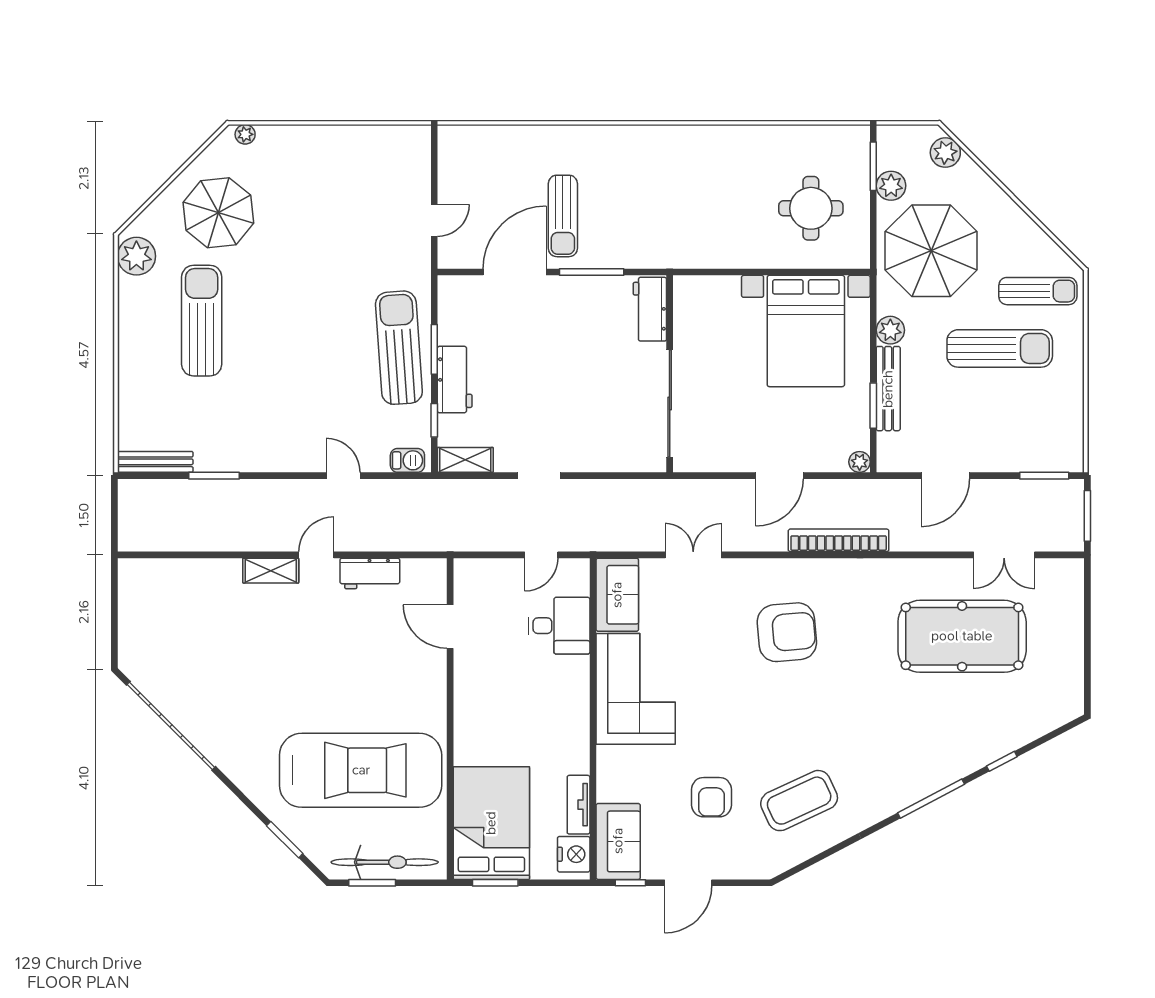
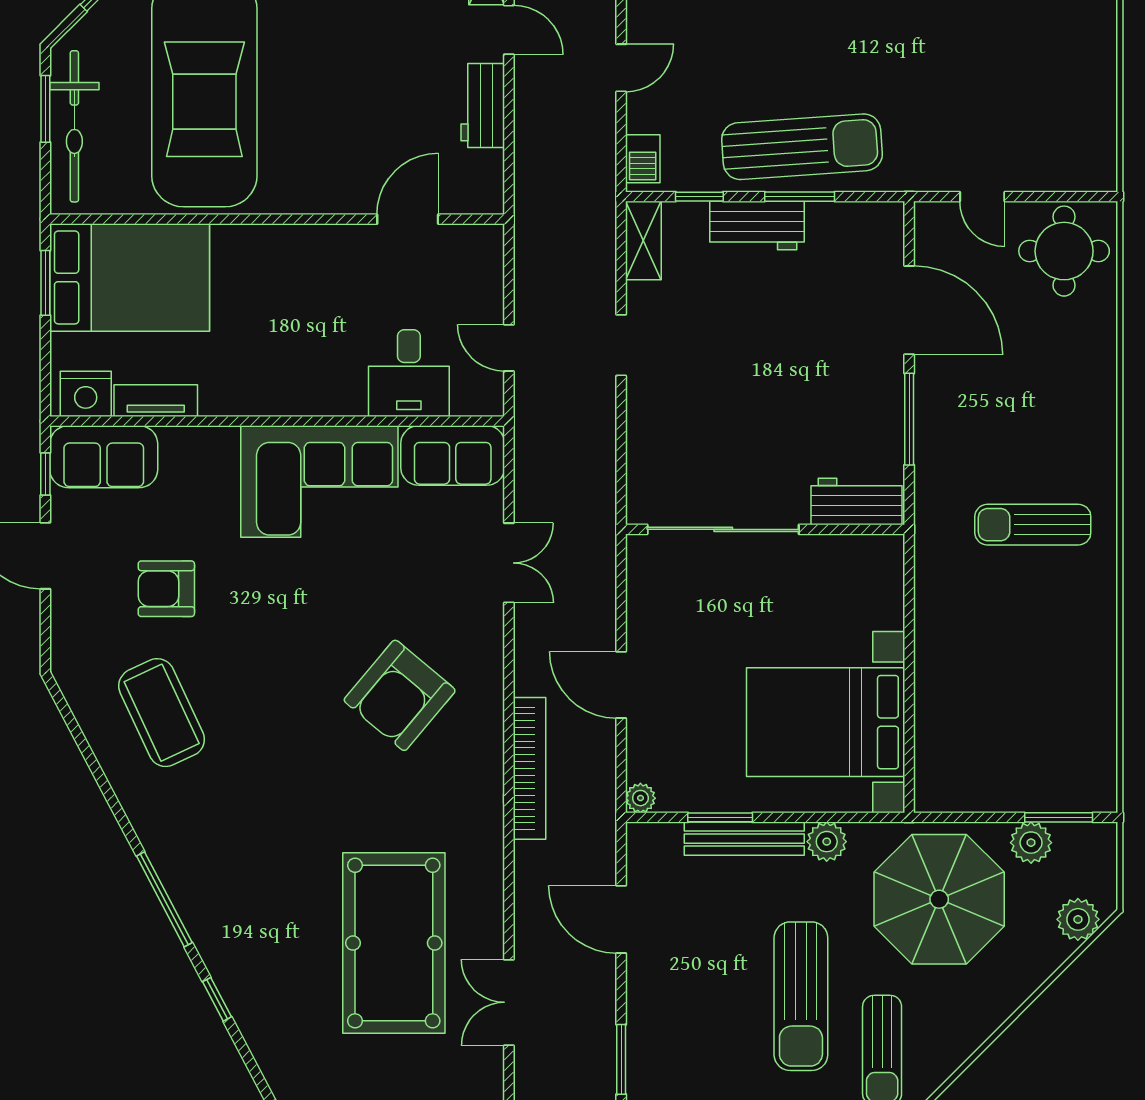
round table: (811, 208) -> (1064, 251), moved
sun lounger: (563, 216) -> (1033, 525), moved
armchair: (787, 632) -> (400, 695), turned 45

